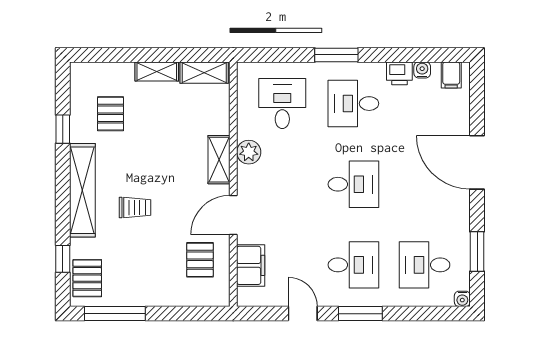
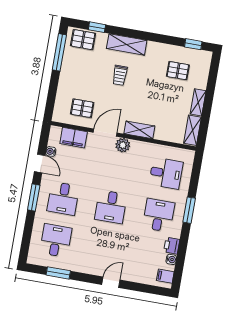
window: (63, 129) -> (193, 44), moved
plant: (249, 152) -> (123, 145), moved
door: (477, 162) -> (111, 282), width x0.53
shelving: (82, 190) -> (127, 44), width x0.68
door: (233, 215) -> (105, 133), hinge flipped
water cooler: (462, 299) -> (51, 151), moved
door: (303, 314) -> (40, 163), hinge flipped

